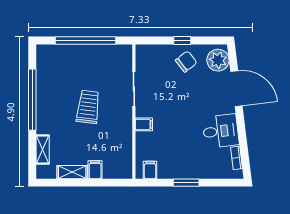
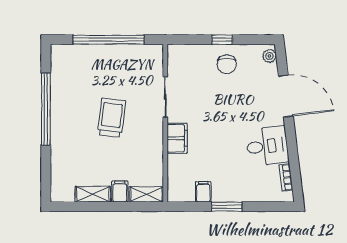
plant: (218, 60) -> (269, 56), width x0.53, depth x0.53
chair: (186, 62) -> (227, 64), turned 128
filing cabinet: (144, 124) -> (177, 138), width x2.00
shelving: (43, 150) -> (146, 194), moved, turned 90
filing cabinet: (150, 170) -> (203, 192), moved

